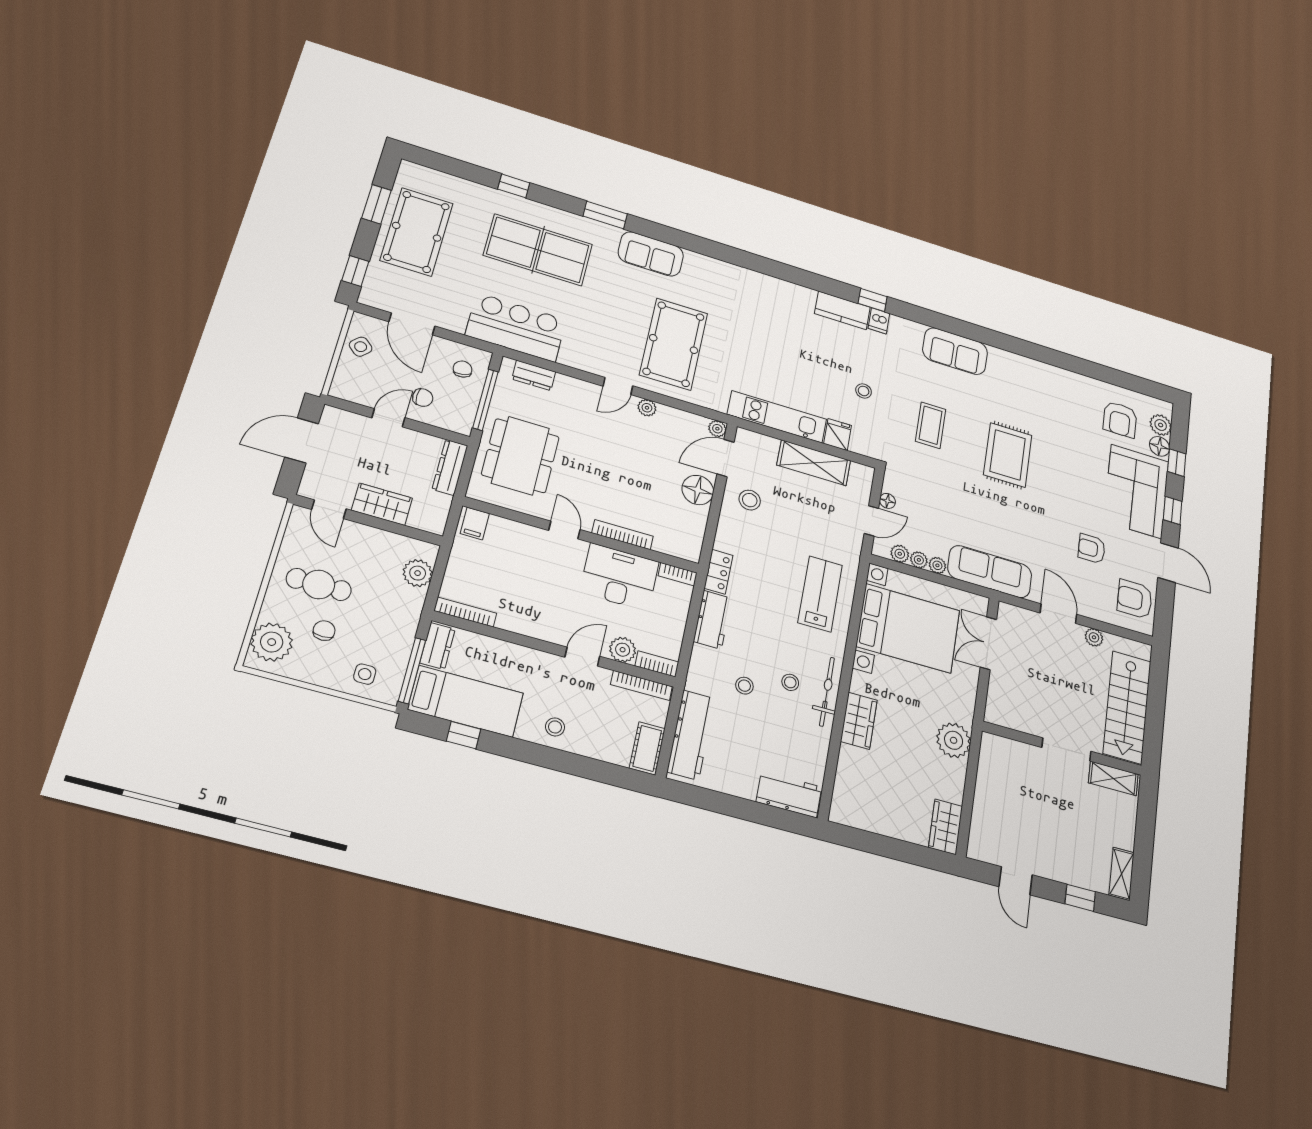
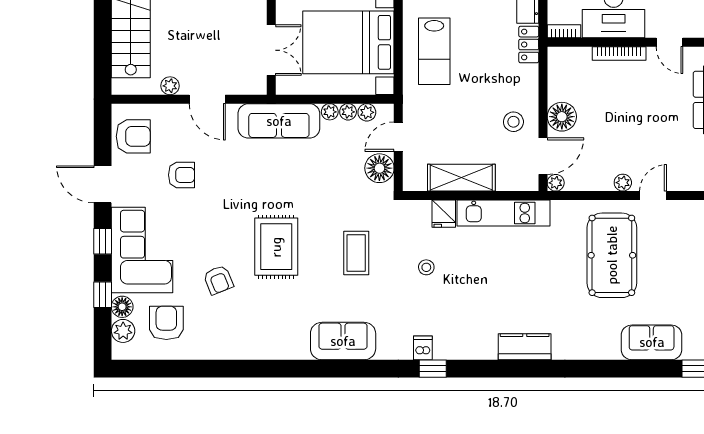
kitchen counter: (842, 310) -> (525, 347), moved
armchair: (1067, 442) -> (218, 280), added
floor lamp: (887, 501) -> (379, 168), width x1.89, depth x1.89

